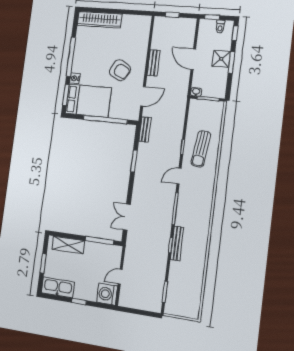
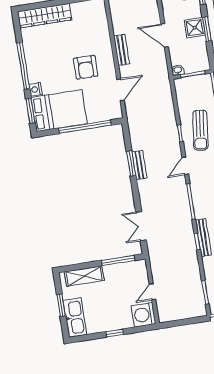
armchair: (120, 70) -> (86, 67), turned 63
bench: (145, 129) -> (139, 165), moved
kitchen sink: (58, 287) -> (75, 318), moved, turned 90

